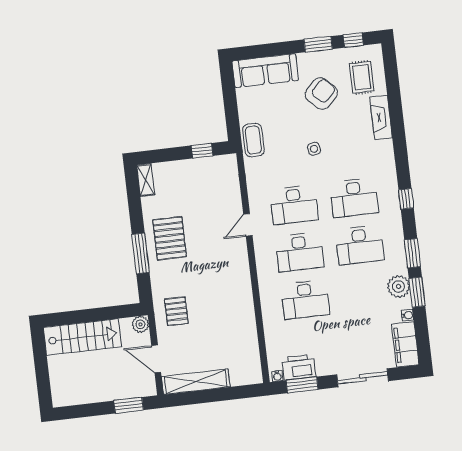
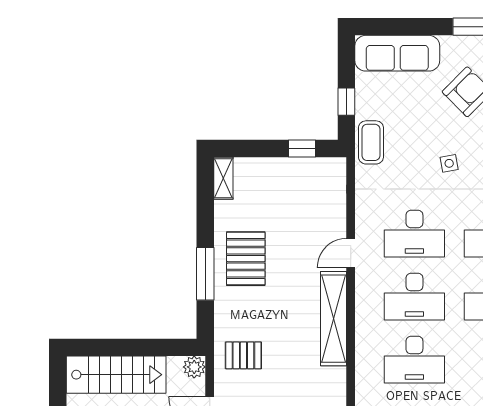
window: (231, 112) -> (346, 102), added
shelving: (241, 276) -> (334, 319), added
pallet: (176, 311) -> (243, 355), turned 90

